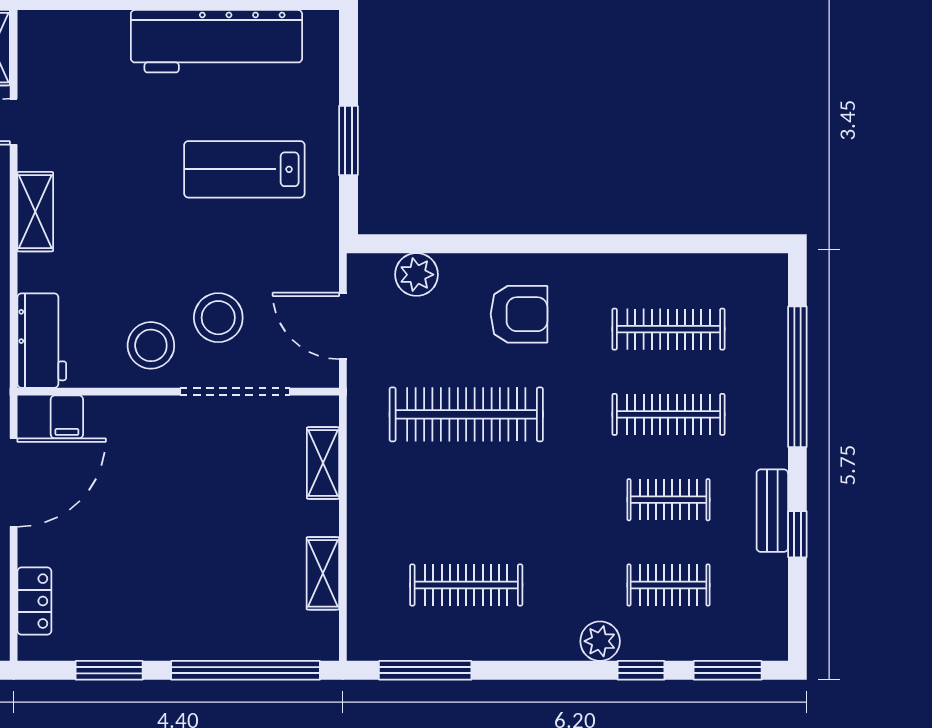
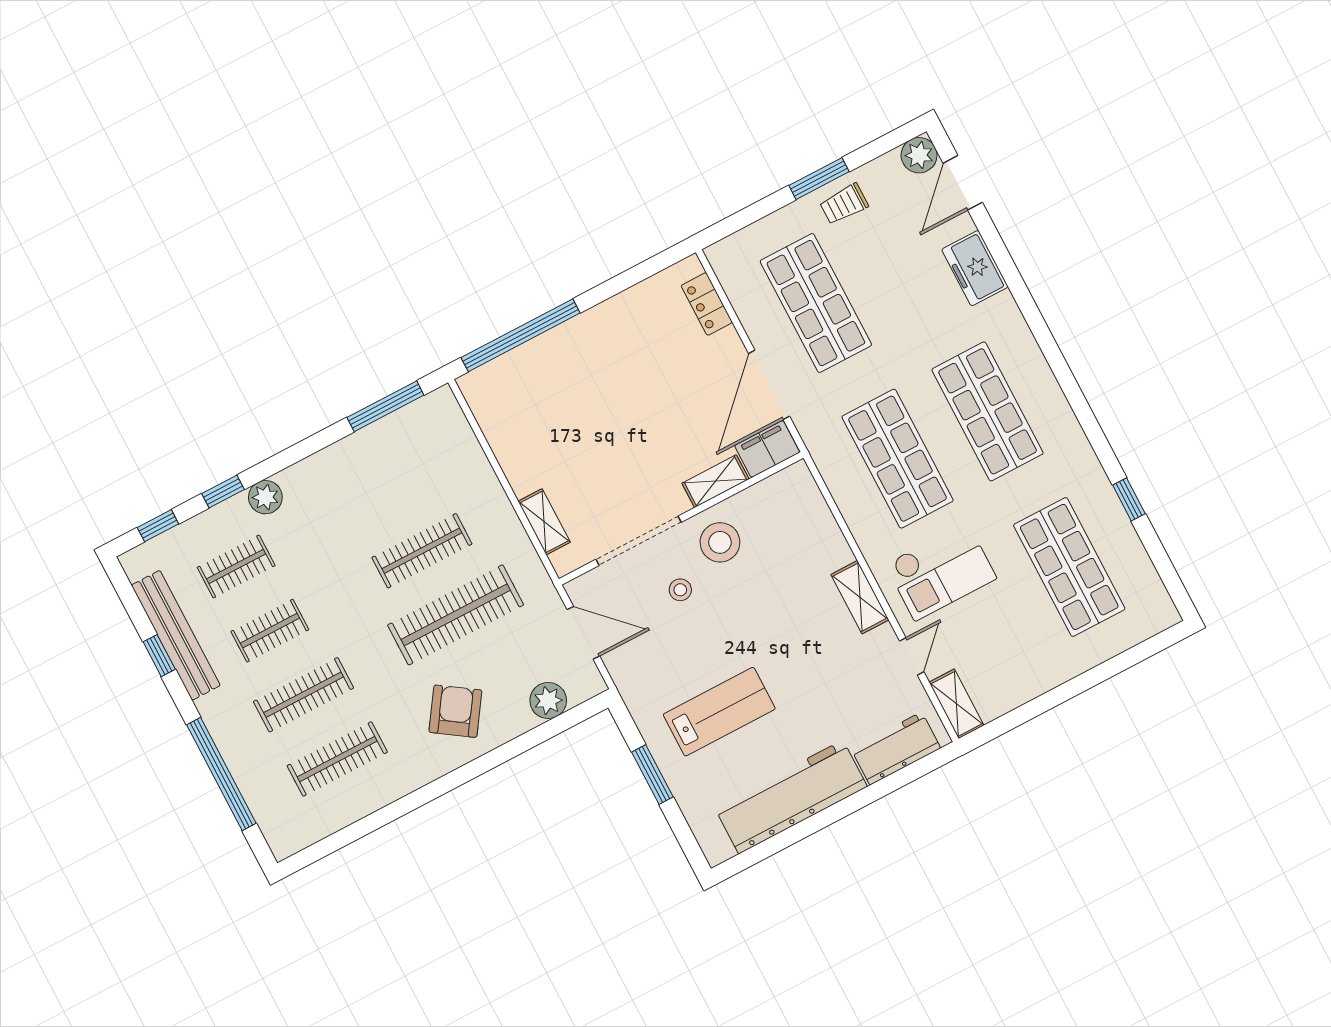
armchair: (519, 314) -> (455, 711), turned 124
stool: (218, 318) -> (680, 590), width x0.53, depth x0.53
workbench: (42, 341) -> (896, 748), moved, turned 90
filing cabinet: (67, 417) -> (767, 449), width x2.00
bench: (772, 511) -> (176, 635), width x1.86, depth x1.21
shelving: (323, 573) -> (715, 481), moved, turned 90
clothes rail: (466, 585) -> (422, 551), moved
window: (109, 670) -> (623, 281), removed
window: (728, 670) -> (158, 526), width x0.67

